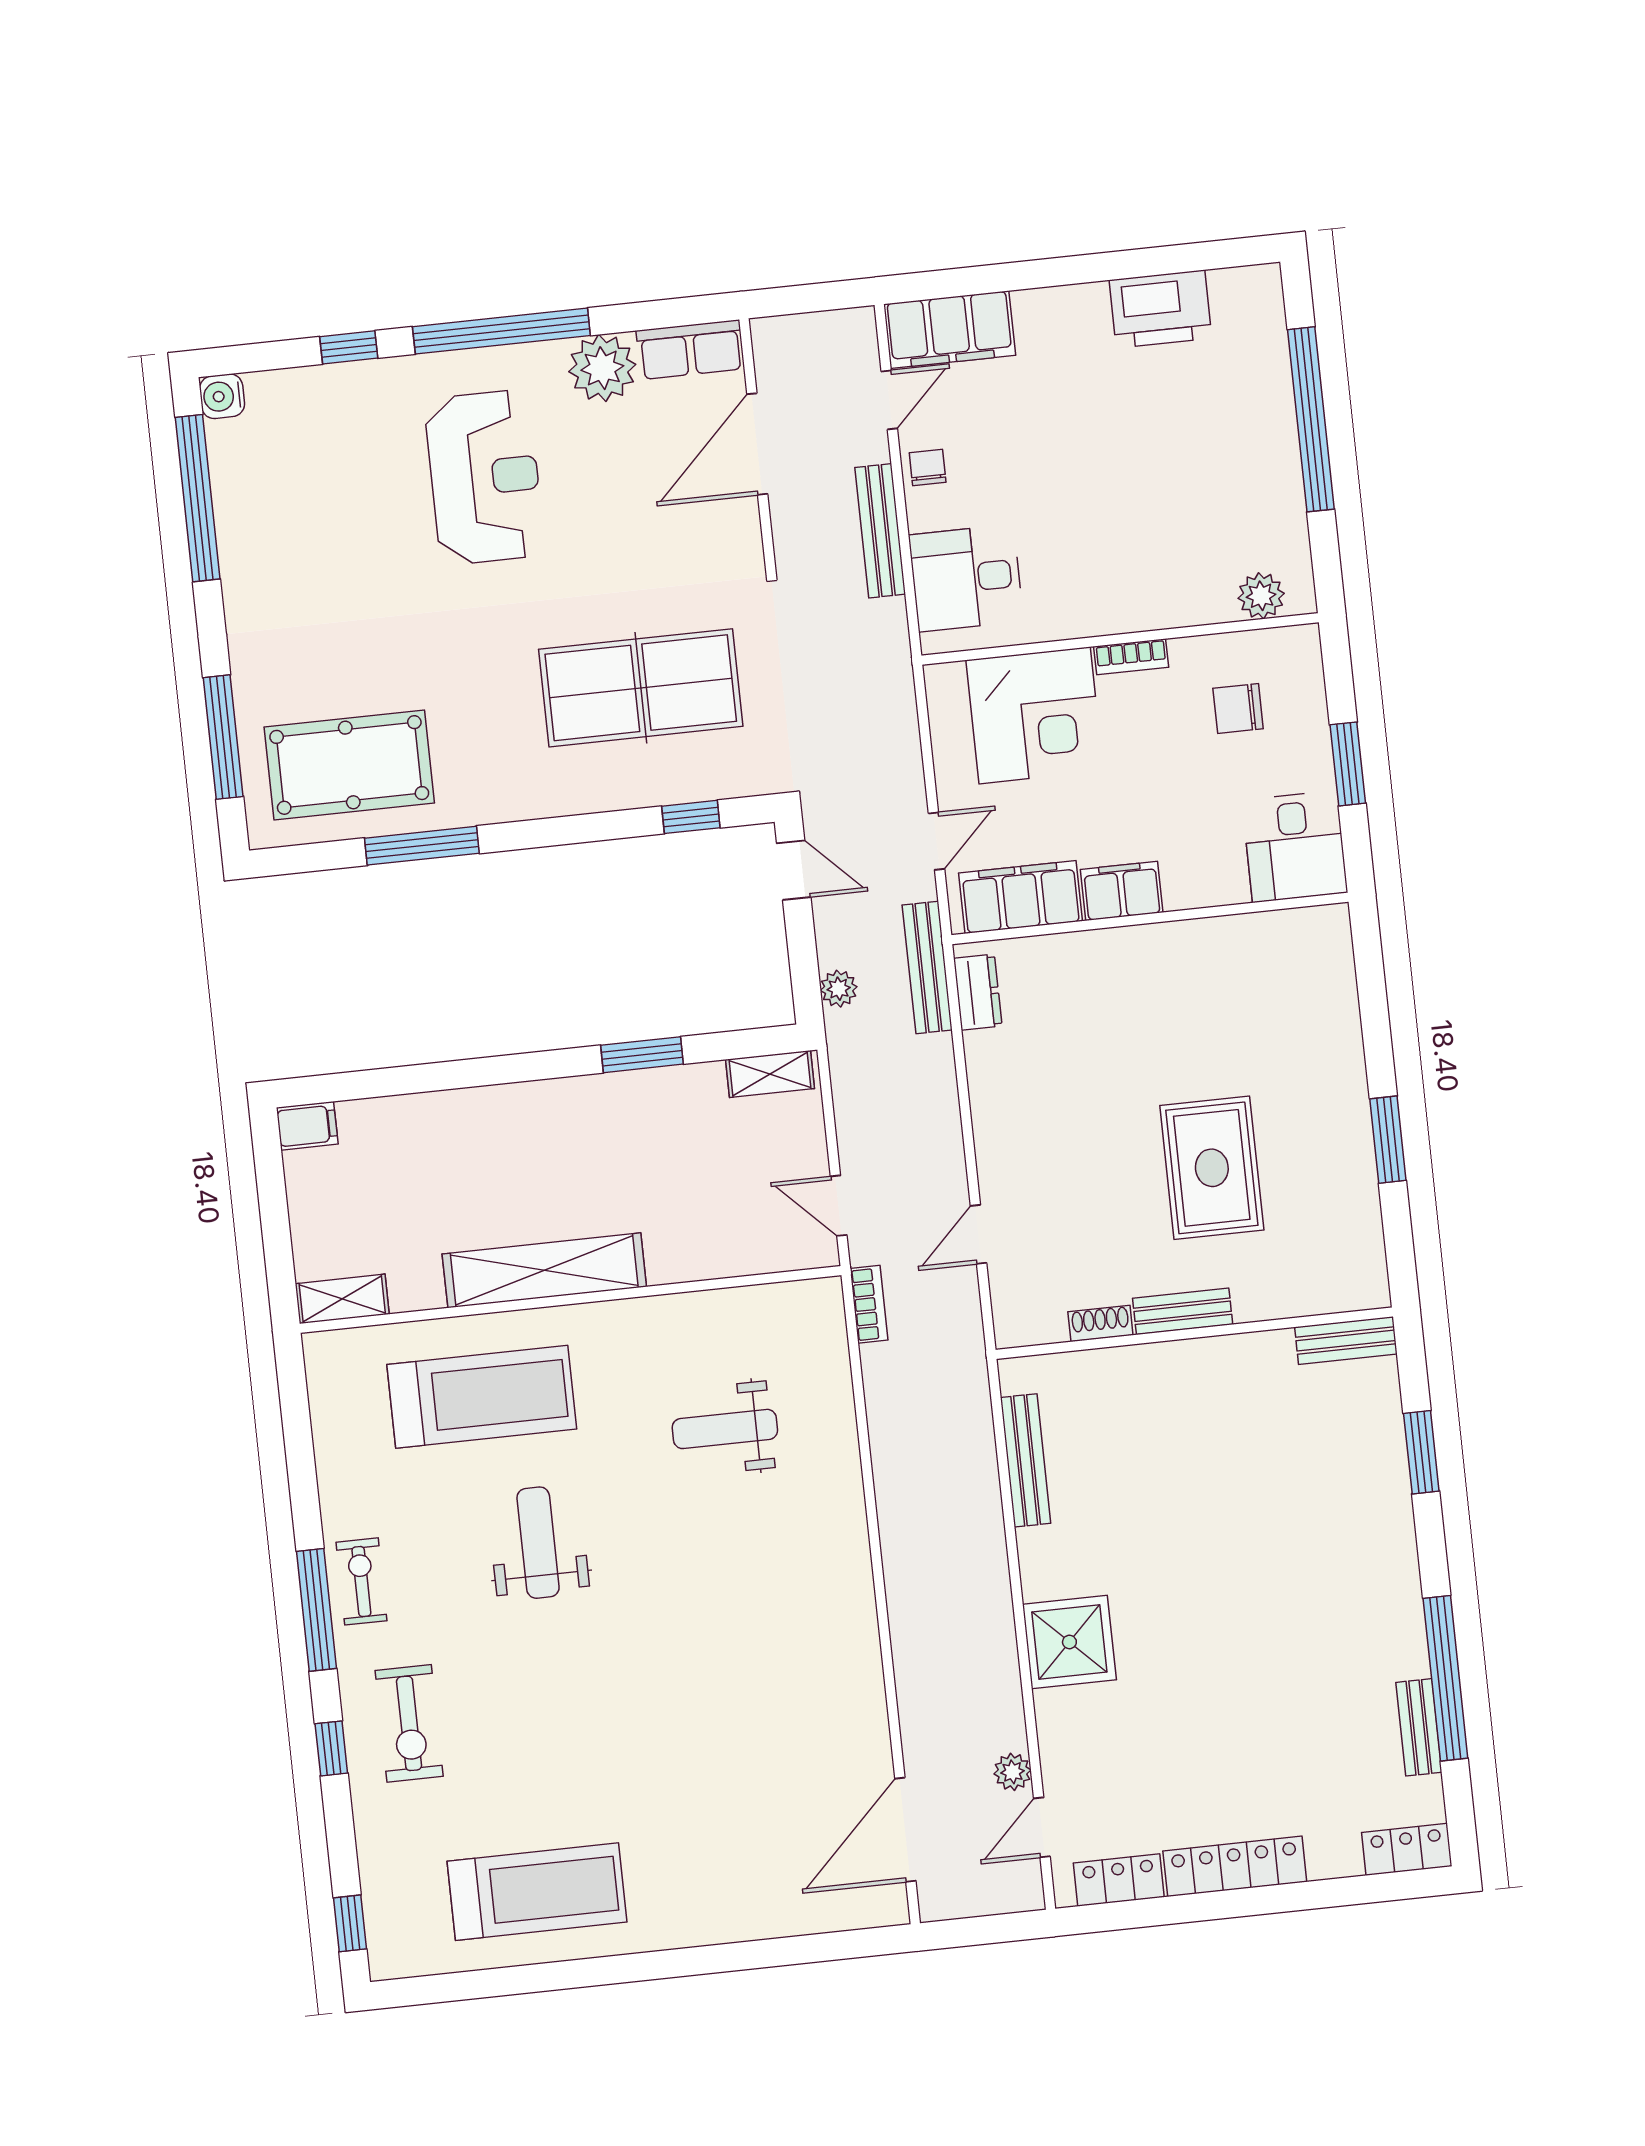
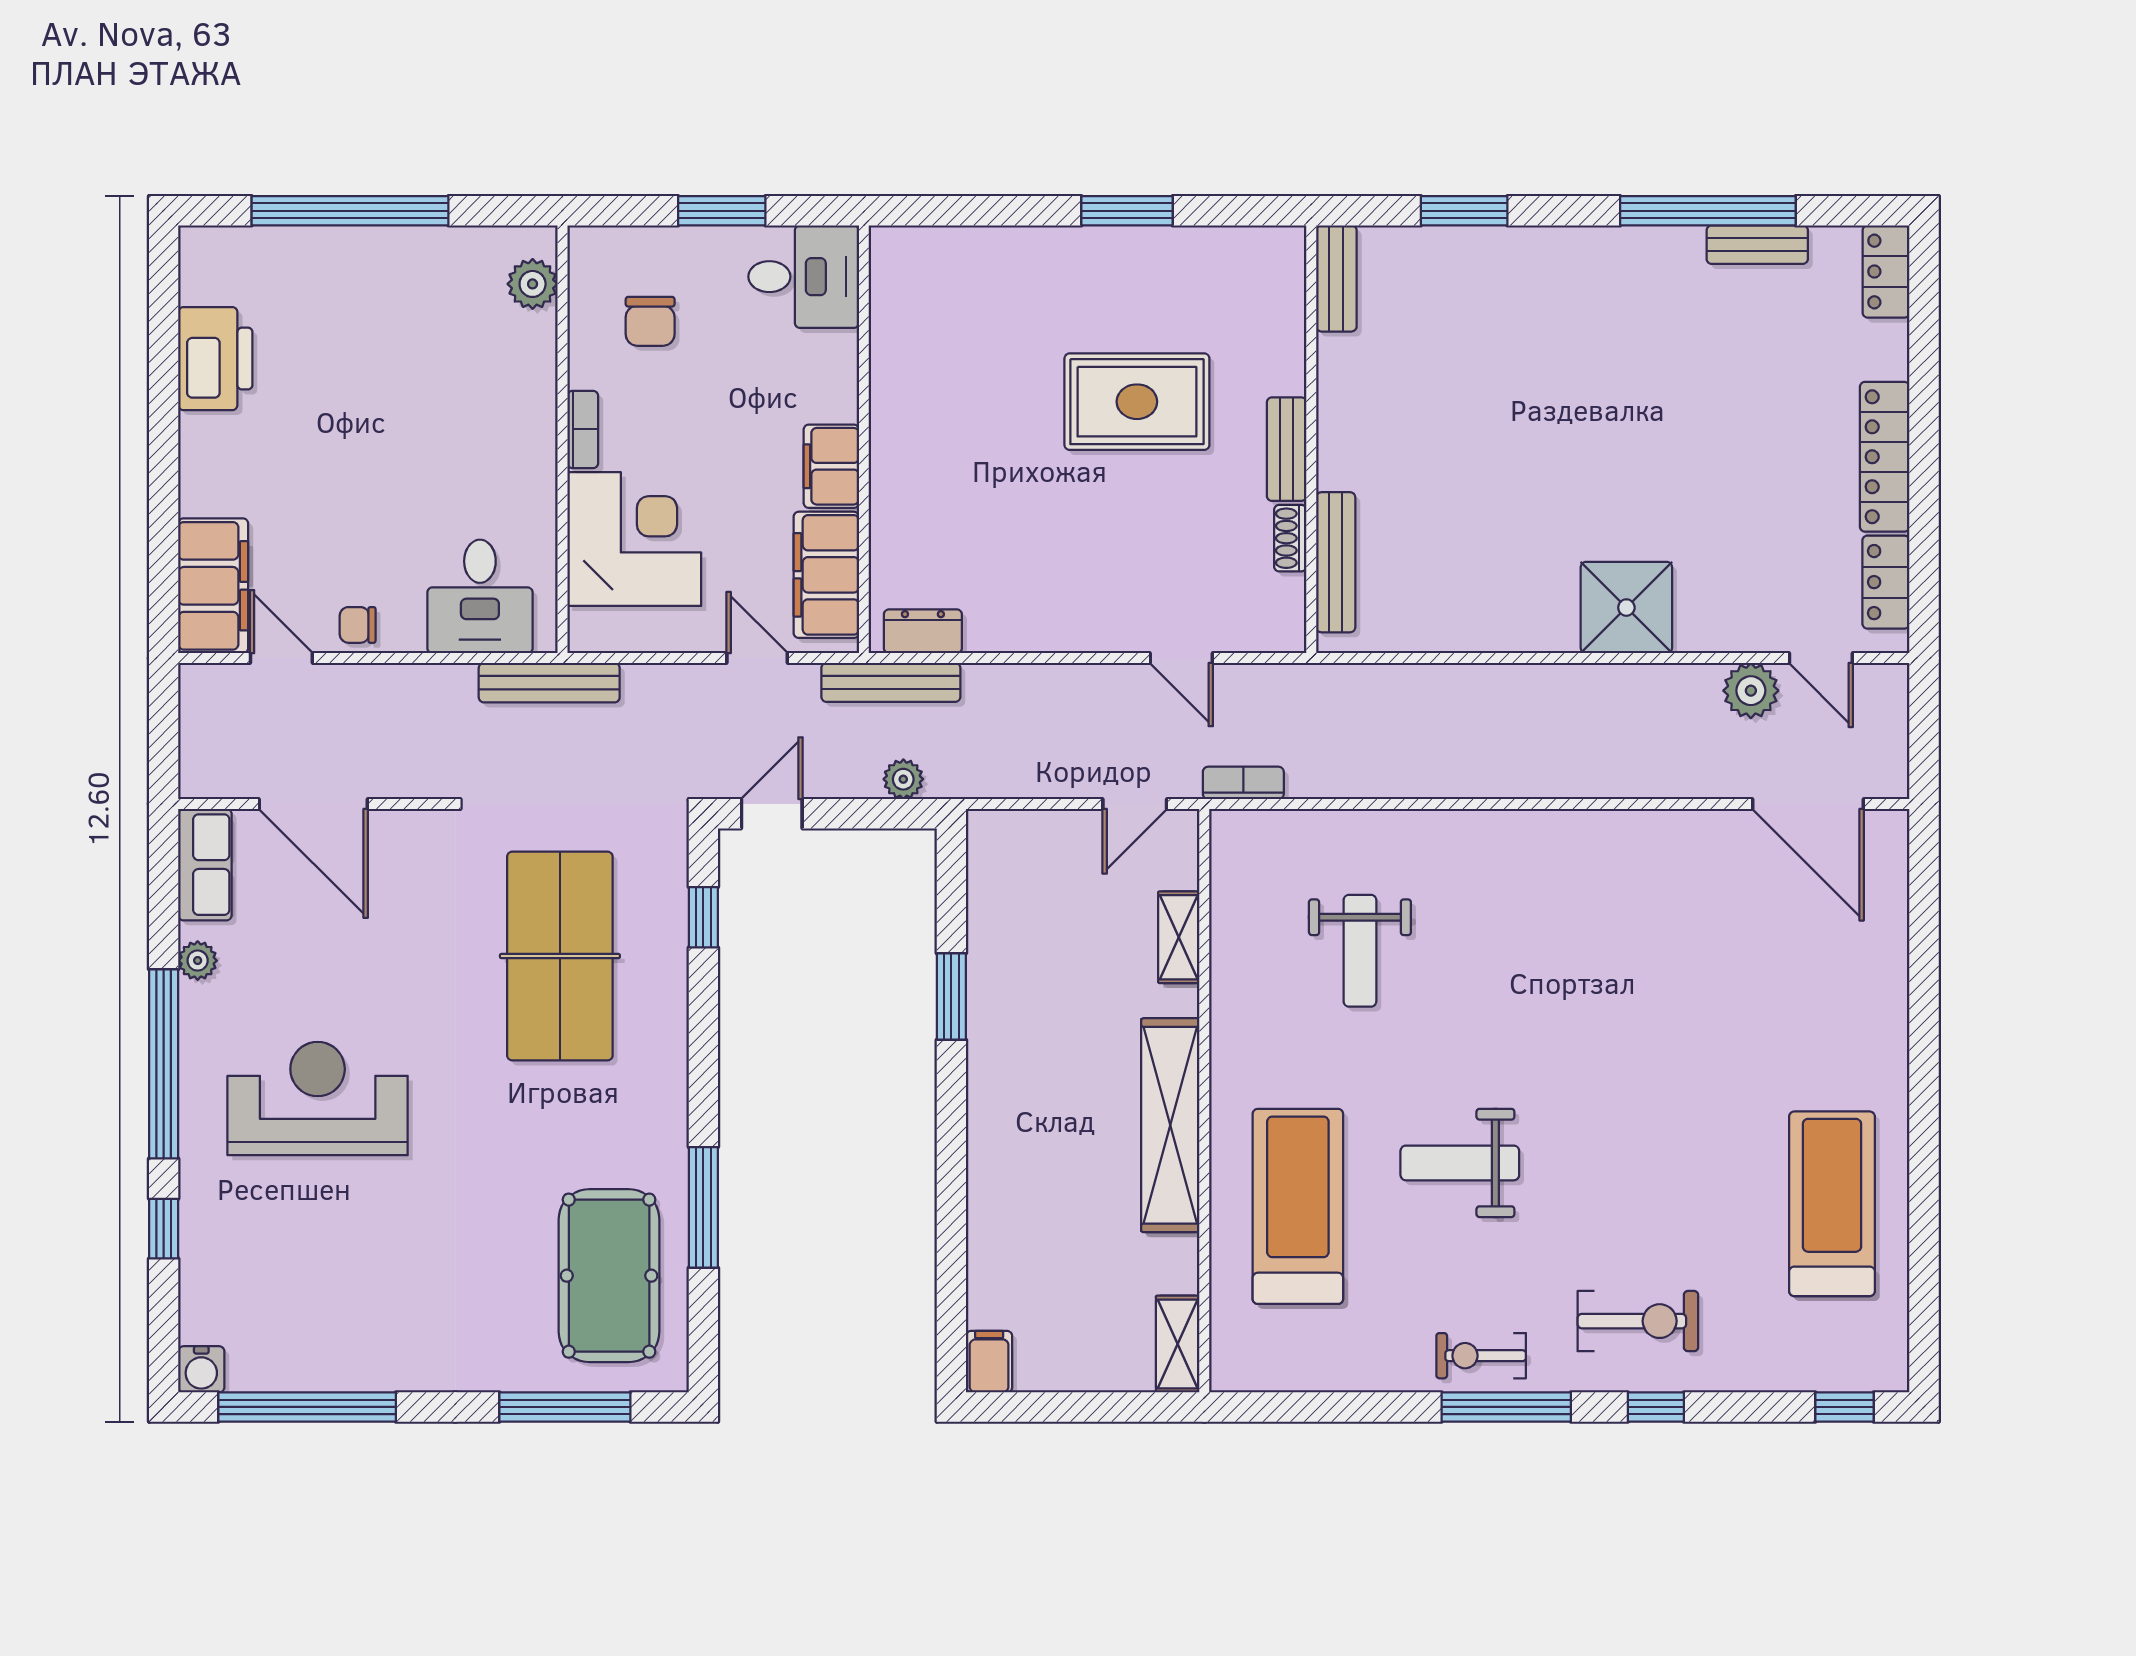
plant: (602, 368) -> (198, 961), width x0.53, depth x0.53
bench: (880, 531) -> (549, 683), moved
shelving: (770, 1074) -> (1179, 937), moved
bench: (1026, 1460) -> (1336, 562), moved, turned 90
plant: (1013, 1772) -> (1751, 691), width x1.38, depth x1.38

